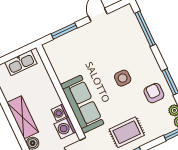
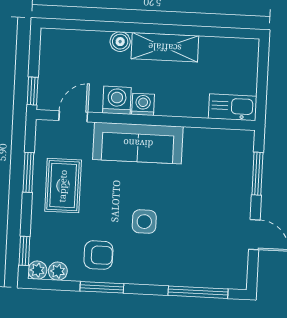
kitchen sink: (21, 63) -> (233, 107), moved, turned 90

